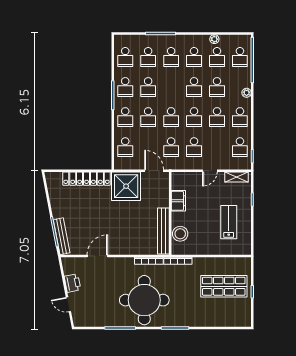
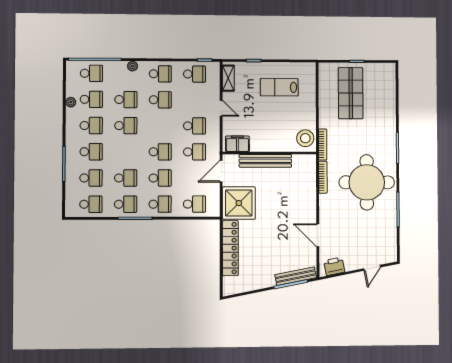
school desk: (194, 117) -> (160, 126), removed
filing cabinet: (178, 201) -> (237, 144), moved
bench: (163, 231) -> (265, 161), moved
stool: (180, 234) -> (305, 138), moved
printer: (73, 283) -> (334, 266), moved

